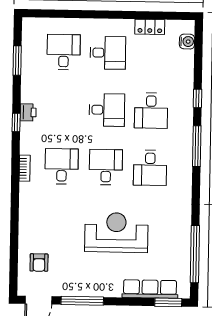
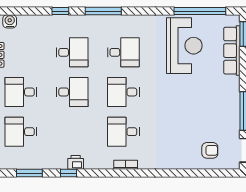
desk: (108, 53) -> (21, 92), turned -90
desk: (107, 110) -> (72, 92), turned 90
window: (16, 122) -> (69, 173), moved
reception desk: (116, 233) -> (184, 46), moved, turned 180

